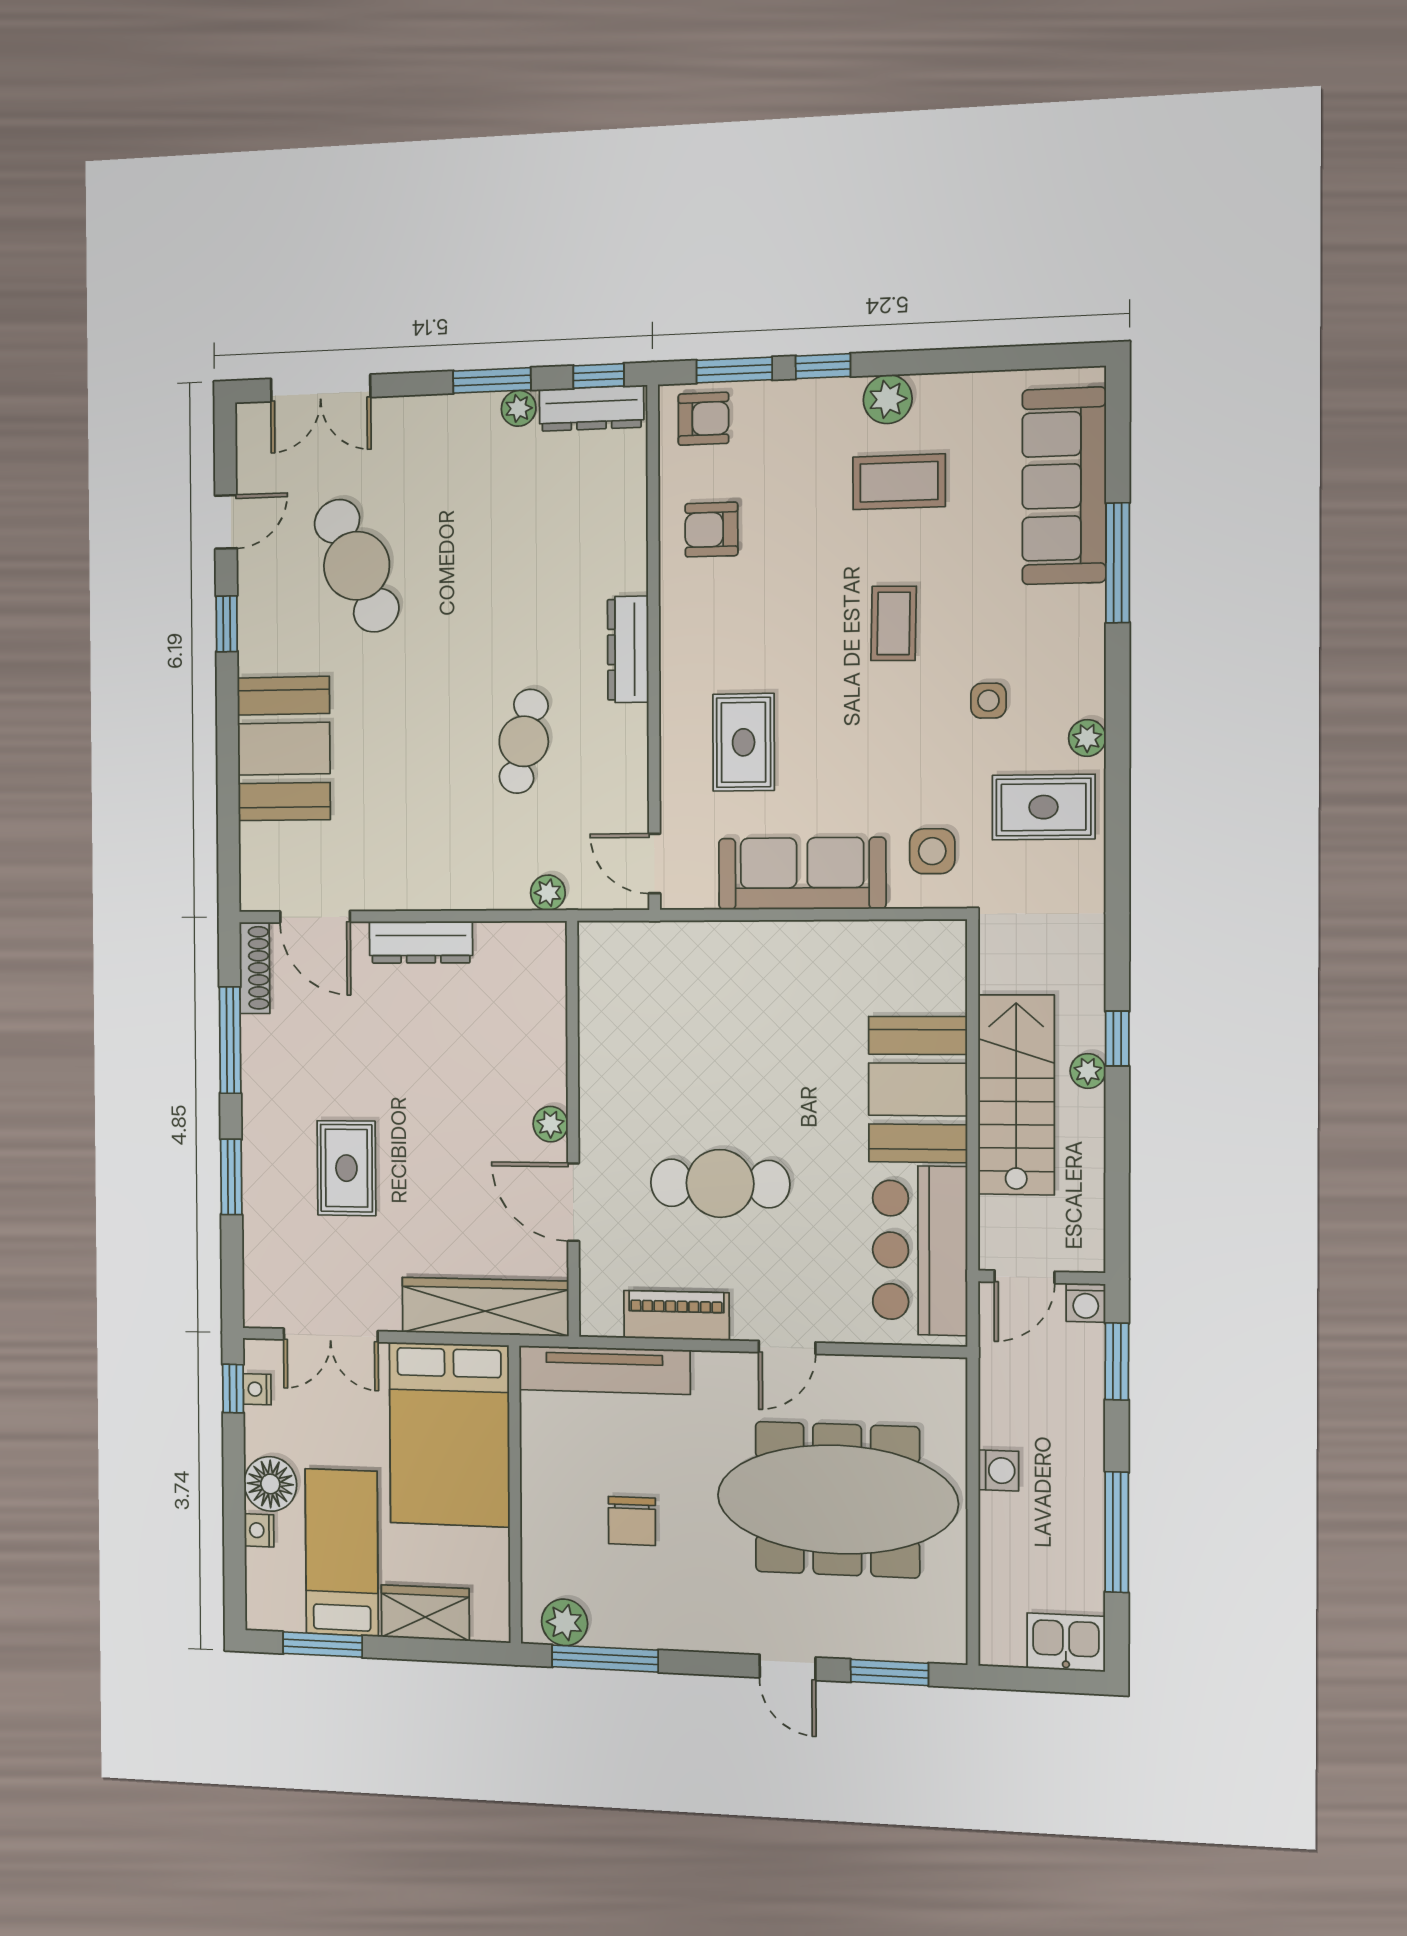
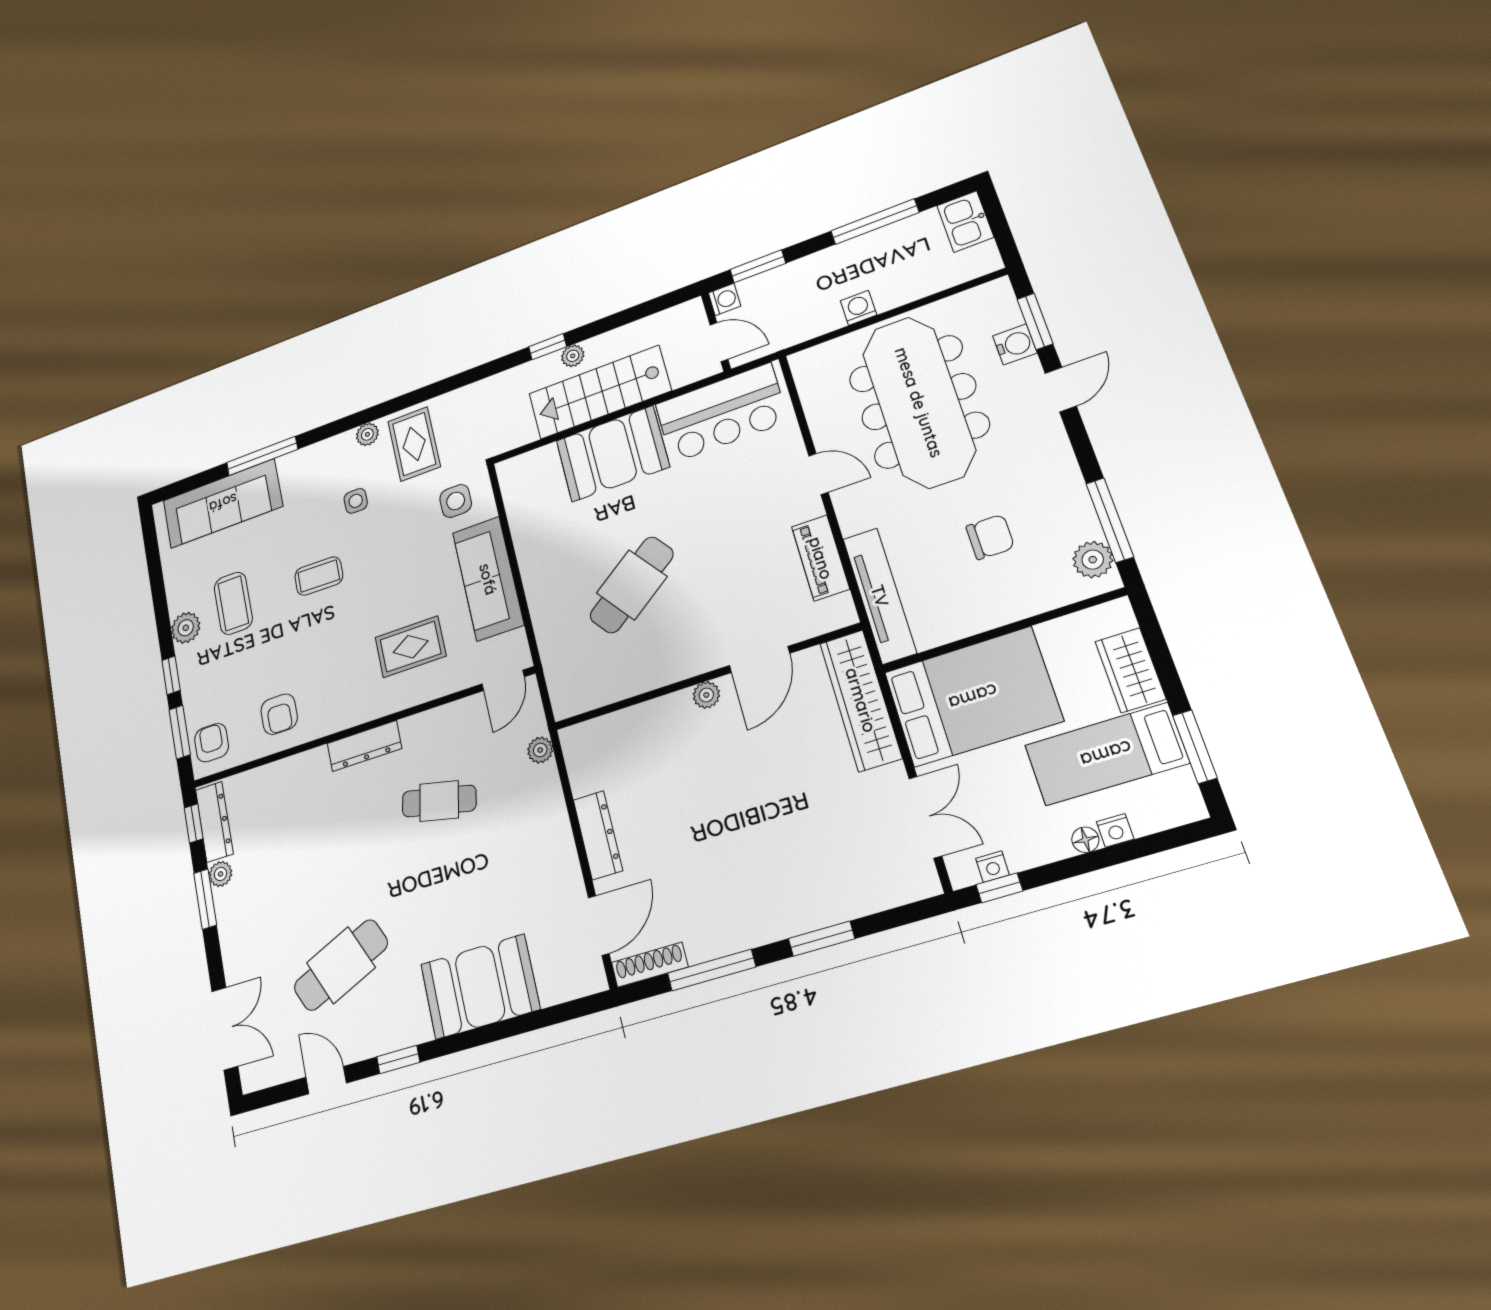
rug: (346, 1168) -> (786, 843), removed
cafe table: (720, 1183) -> (632, 585), moved, turned 53
floor lamp: (270, 1484) -> (1085, 840), width x0.53, depth x0.53
water cooler: (868, 1638) -> (1015, 344), added

